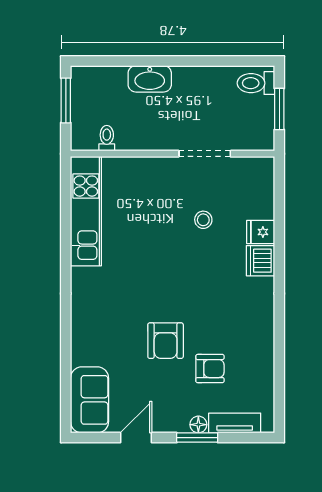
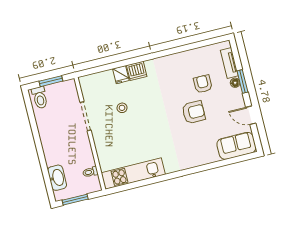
washbasin: (150, 79) -> (57, 178), moved

